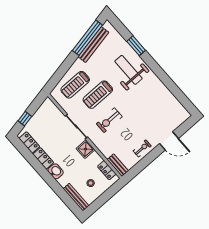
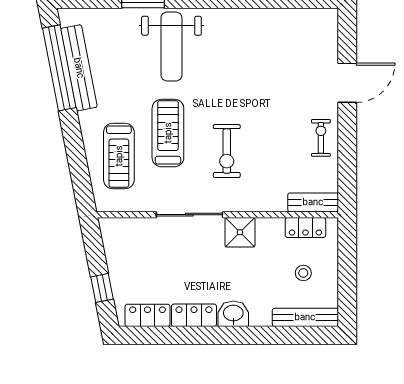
weight bench: (128, 70) -> (171, 47), turned -90
treadmill: (98, 95) -> (168, 133), turned 180

